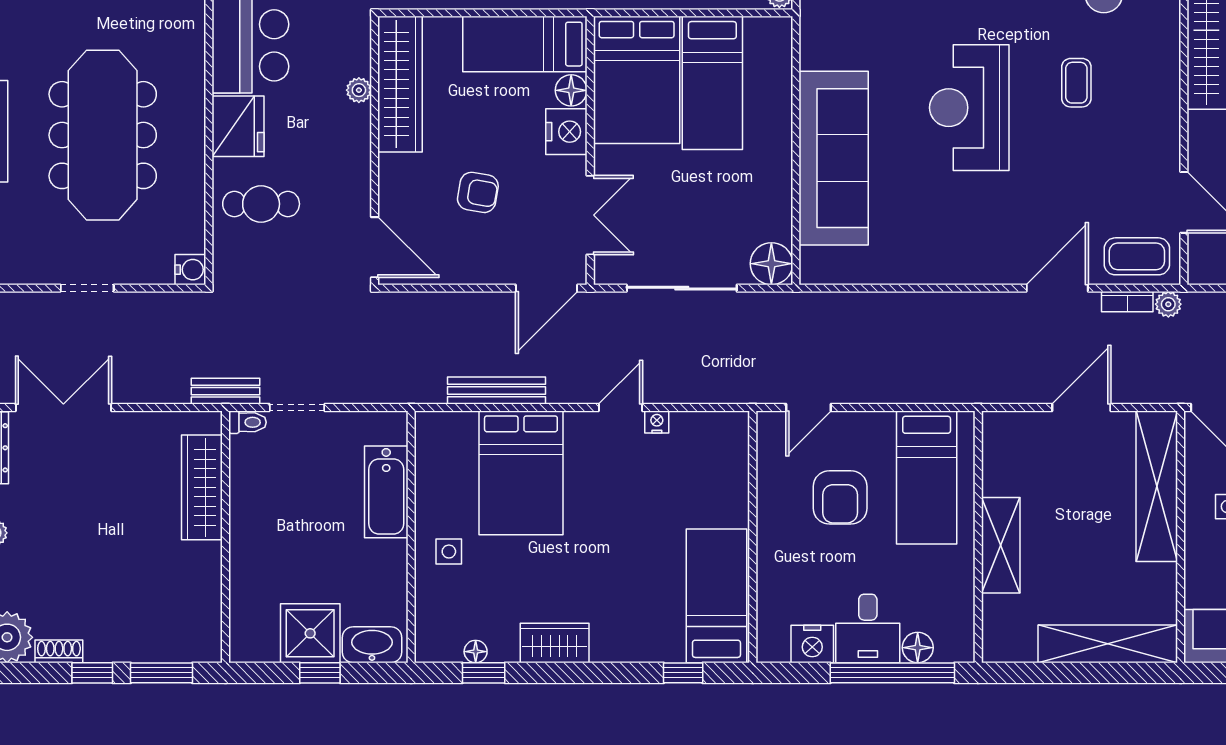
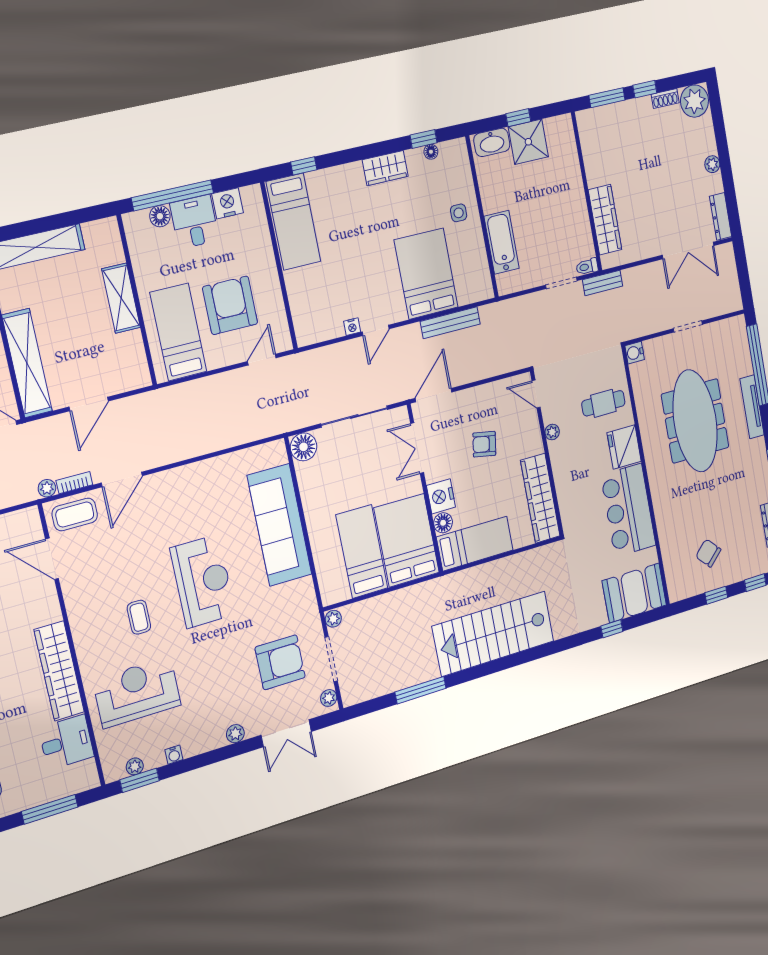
plant: (359, 90) -> (552, 432), moved
door: (375, 247) -> (536, 394), width x0.73
armchair: (840, 497) -> (230, 305), width x1.36, depth x1.36

